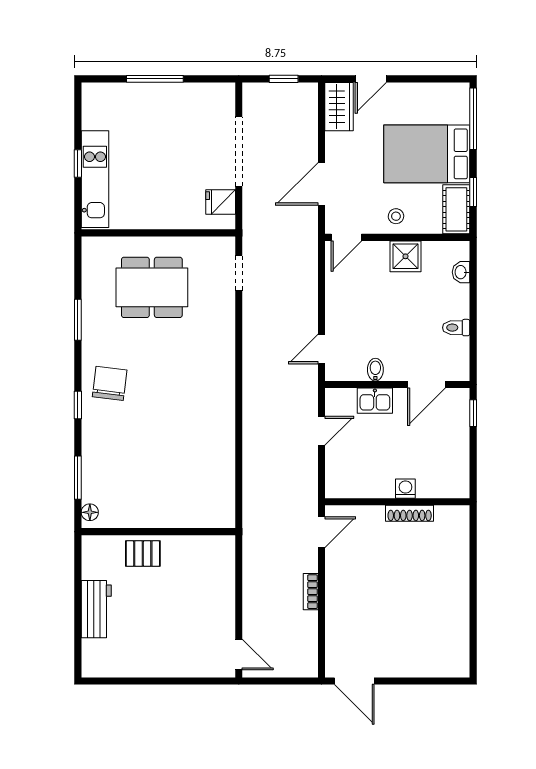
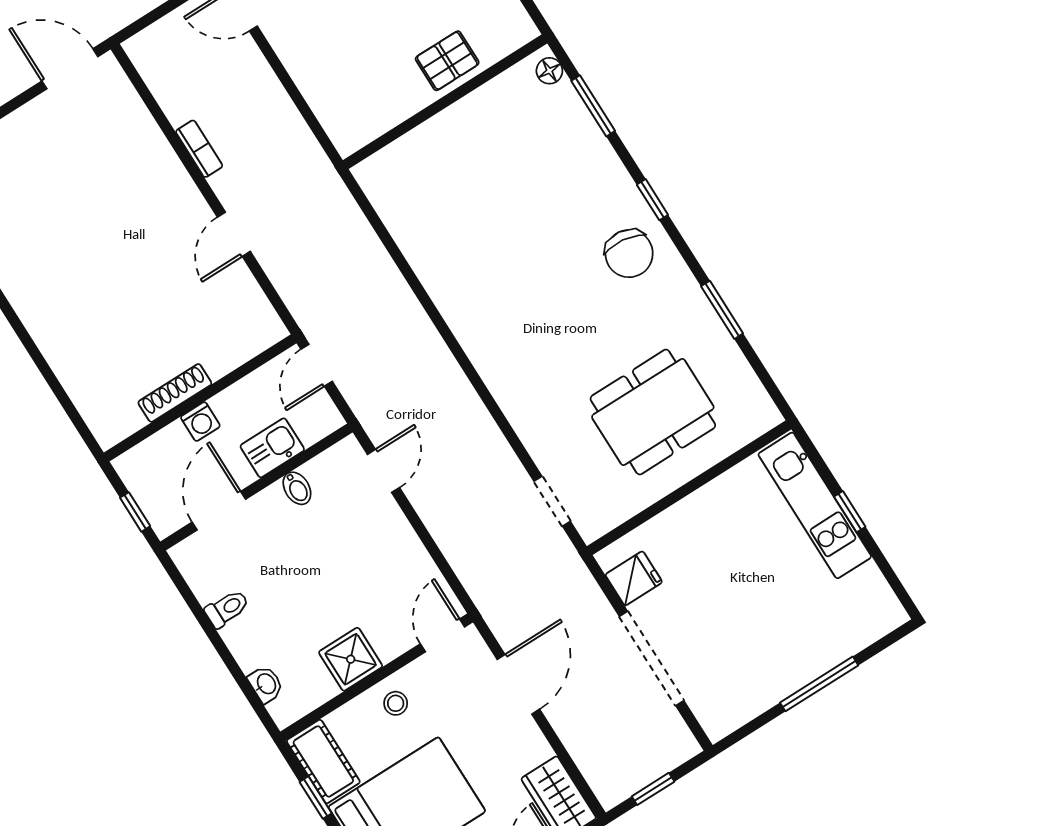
washing machine: (405, 489) -> (200, 422), moved
wall: (397, 502) -> (200, 398), moved
shoe rack: (410, 513) -> (175, 393), moved

